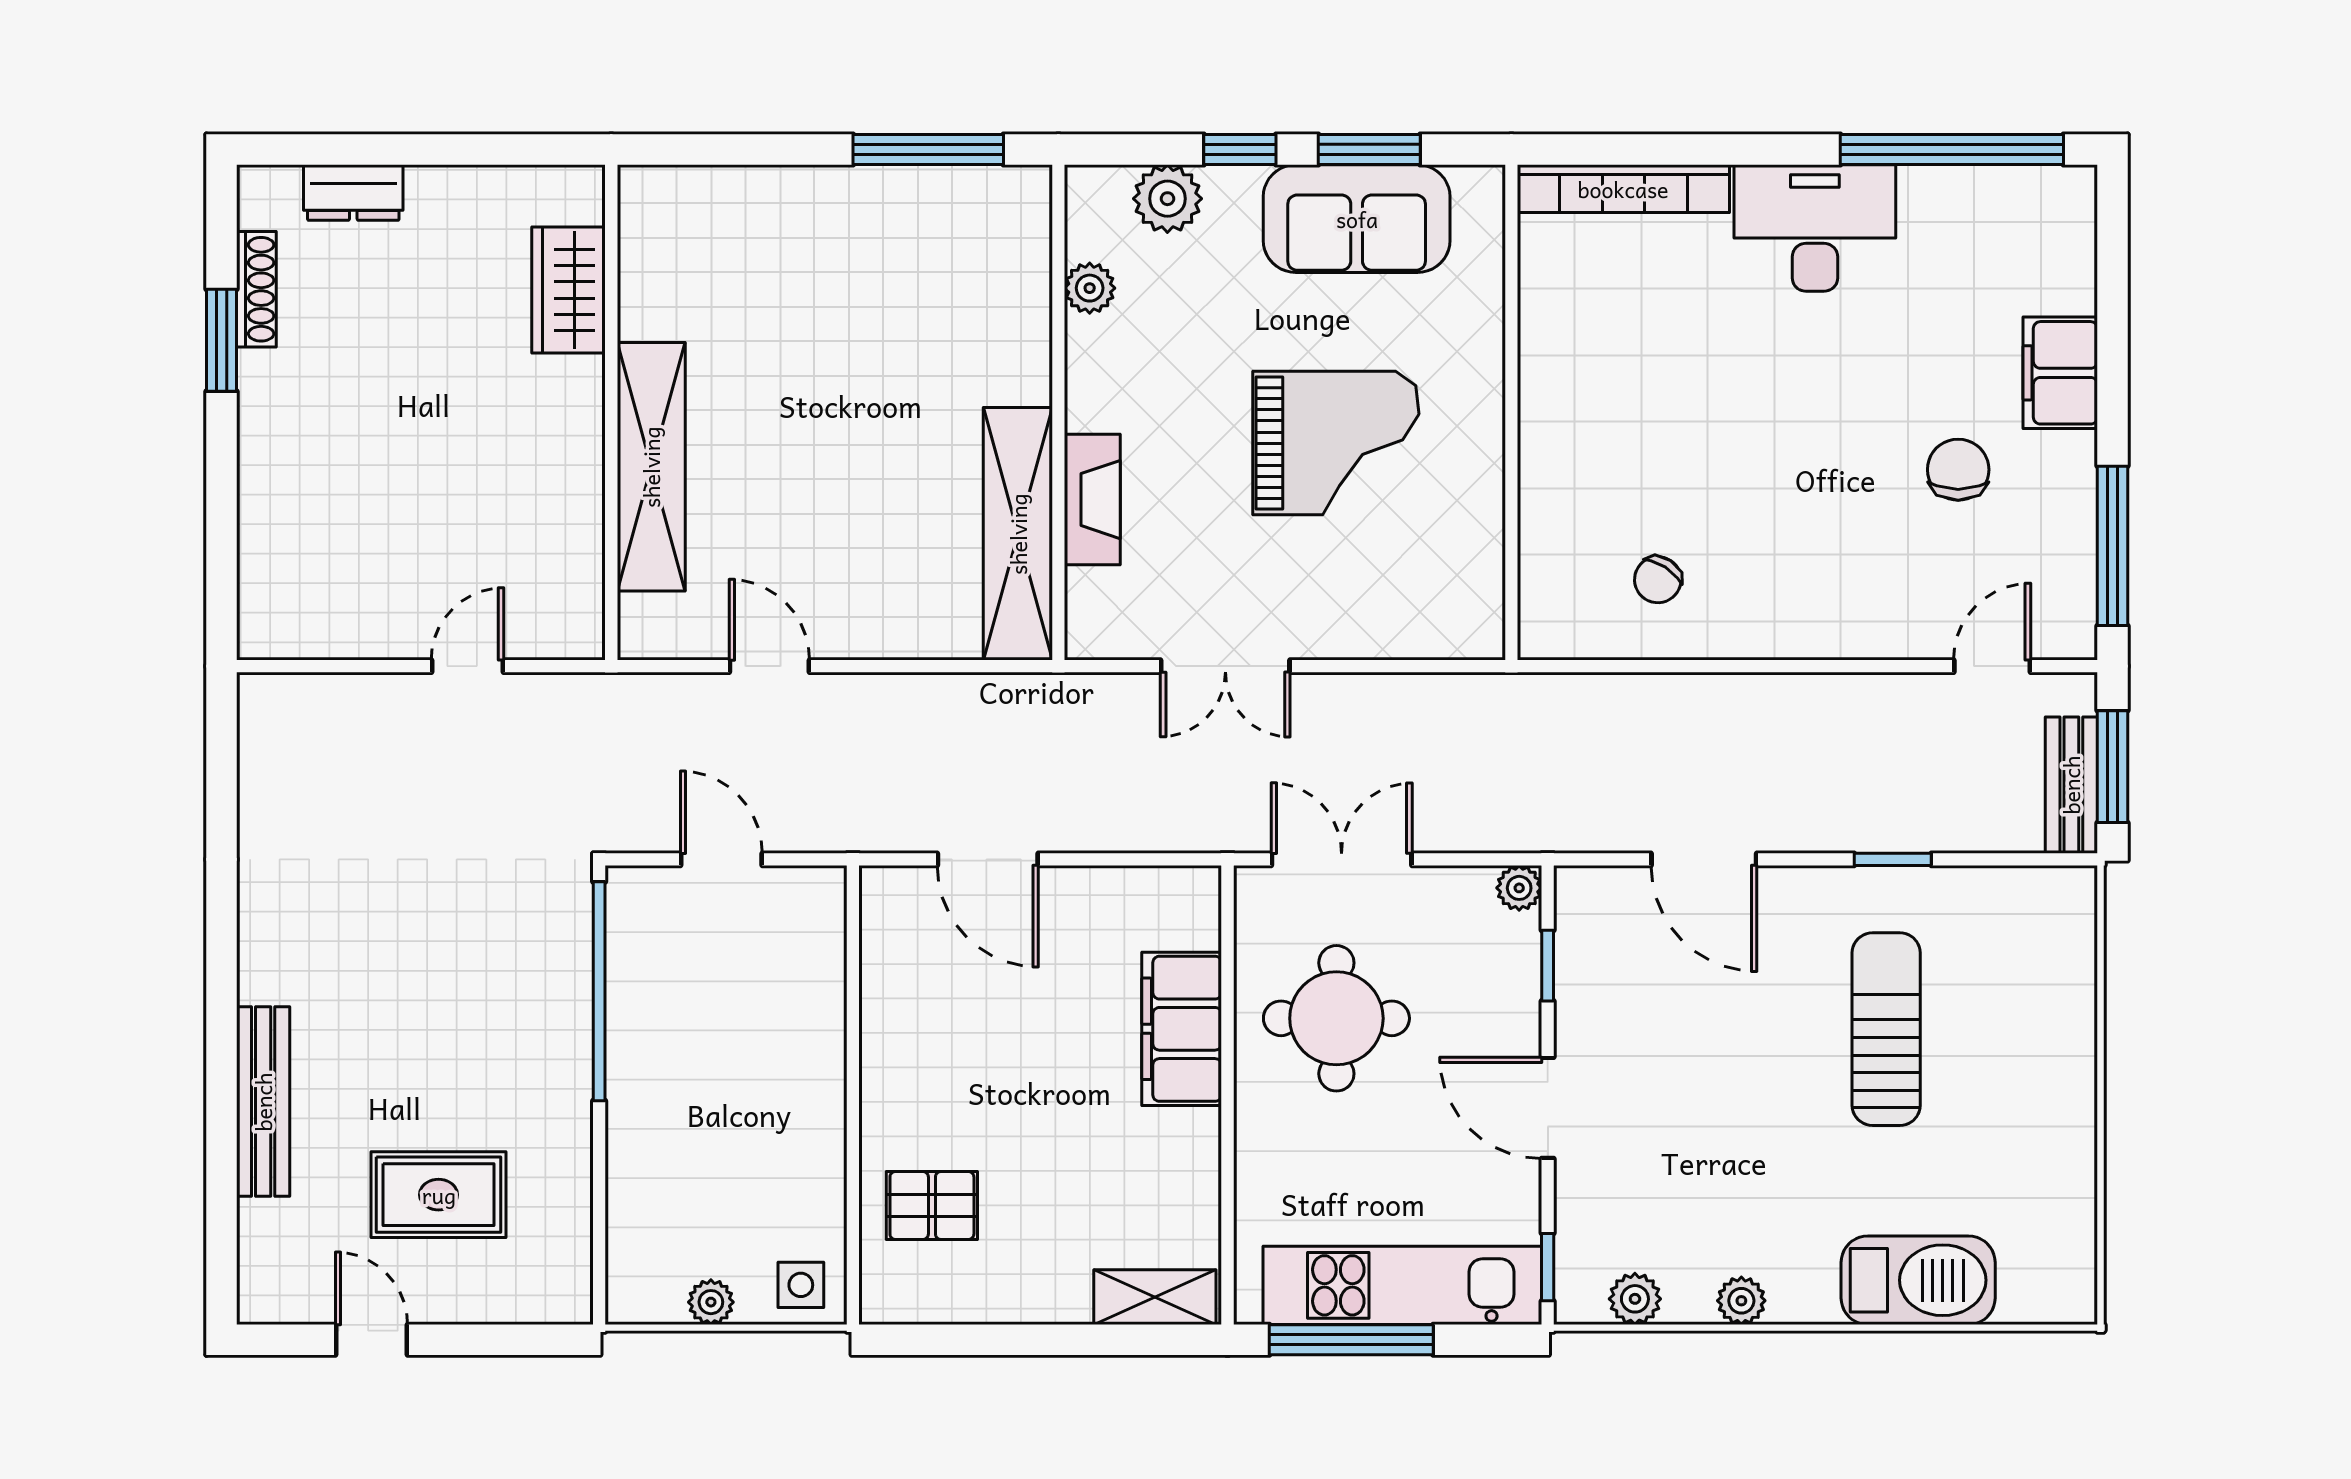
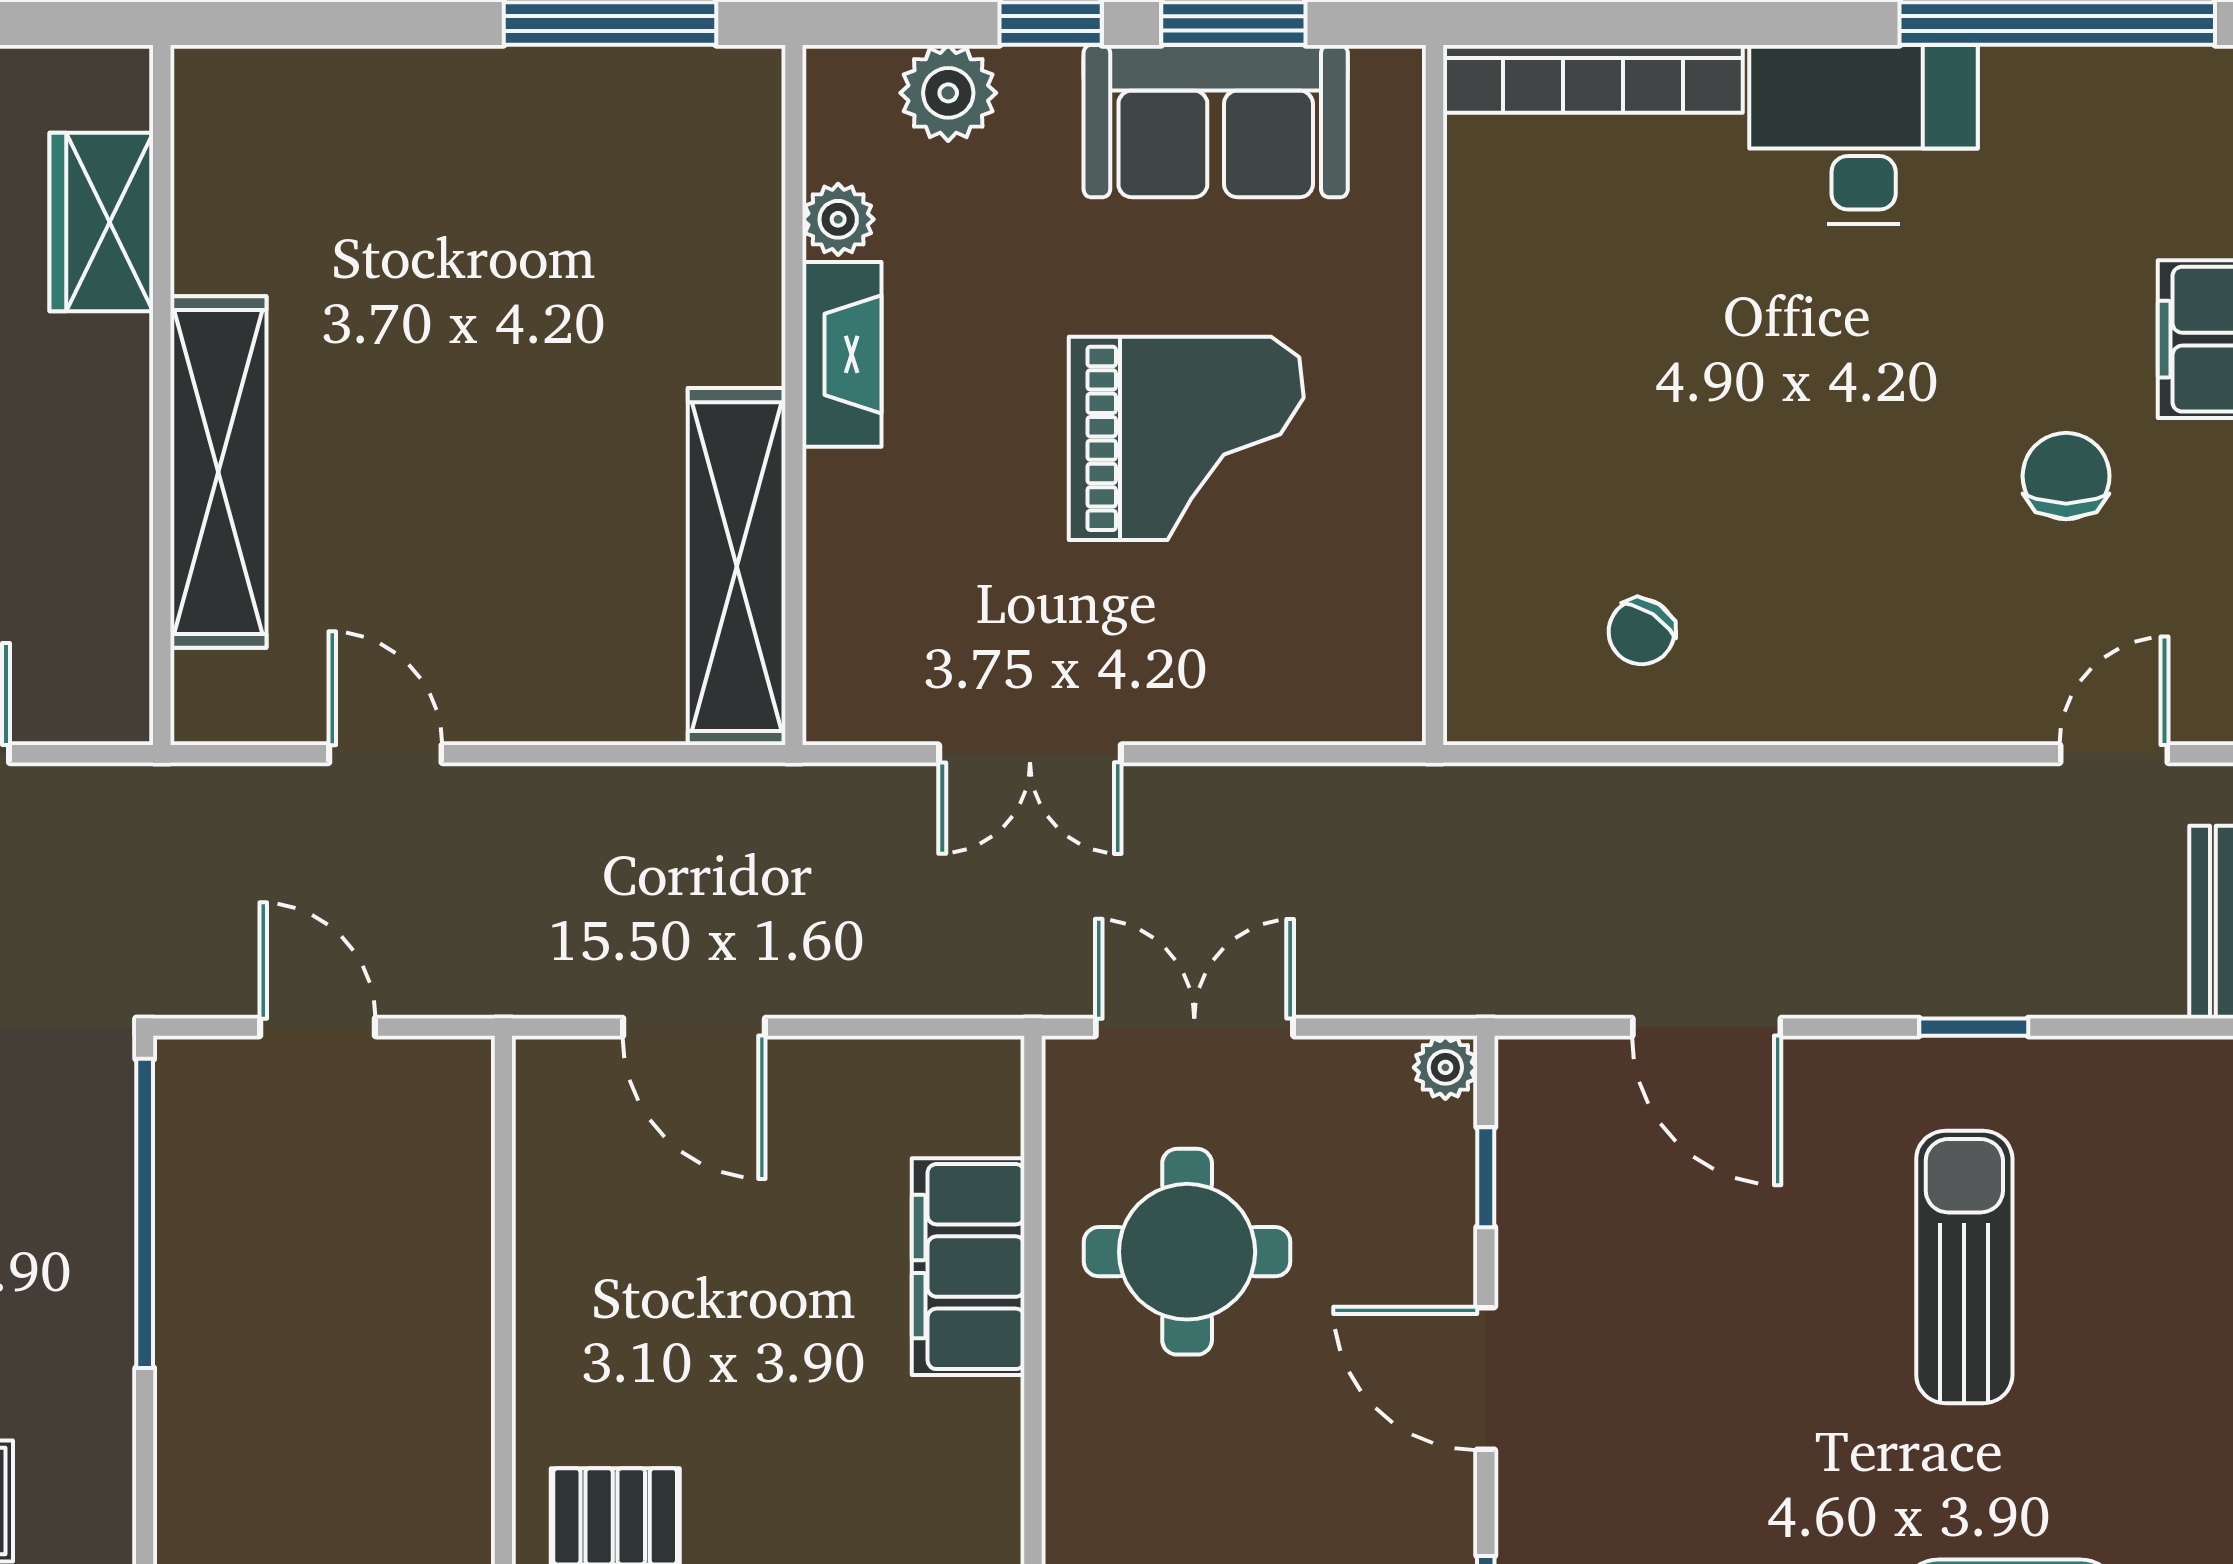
fireplace: (1092, 500) -> (842, 354), moved

